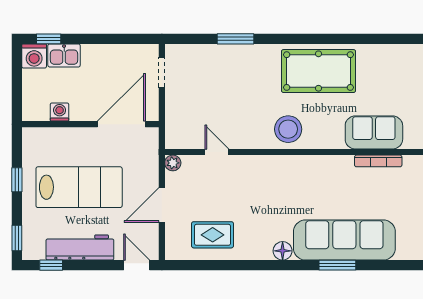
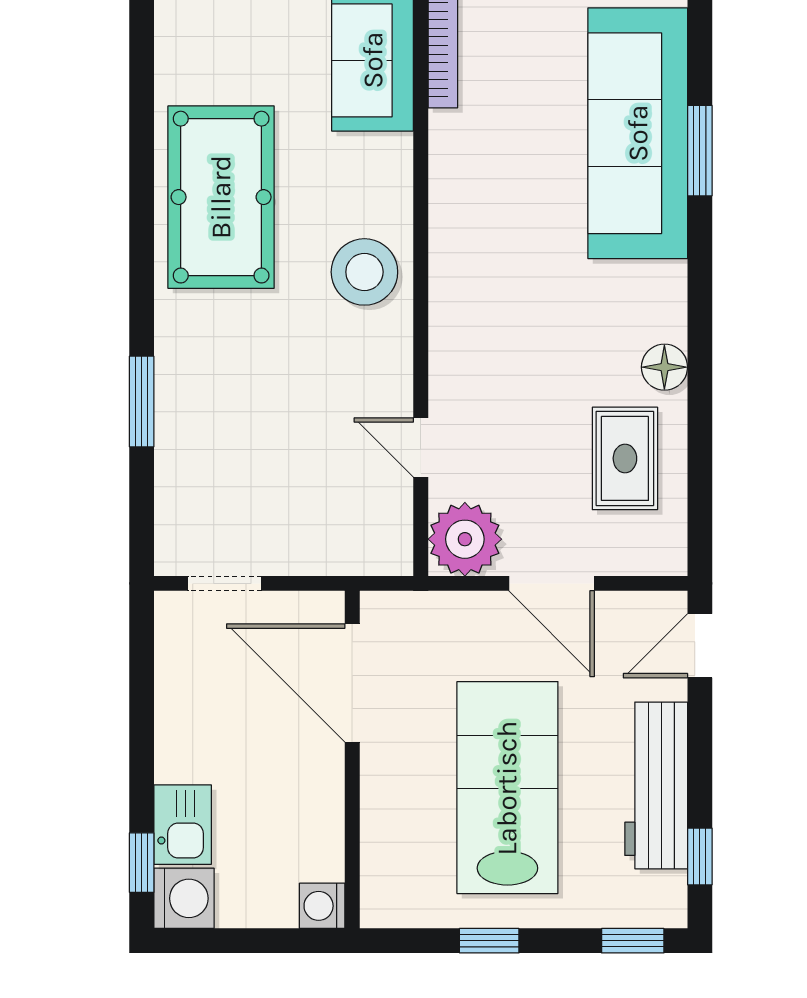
washing machine: (60, 112) -> (322, 906), moved
door: (217, 152) -> (421, 447), hinge flipped
plant: (173, 163) -> (465, 539), width x1.88, depth x1.88
floor lamp: (283, 251) -> (664, 367), moved

